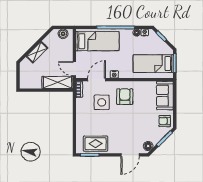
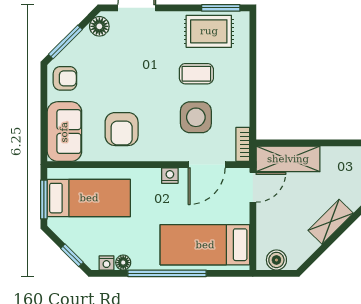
door: (74, 69) -> (253, 187), hinge flipped
armchair: (125, 97) -> (122, 129), moved
coffee table: (102, 123) -> (196, 74), added

